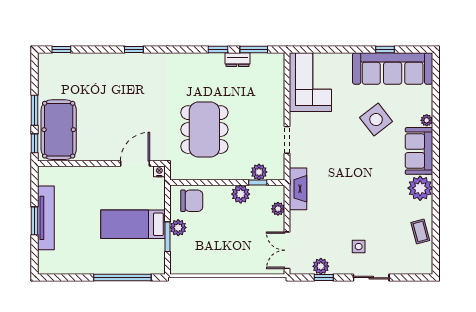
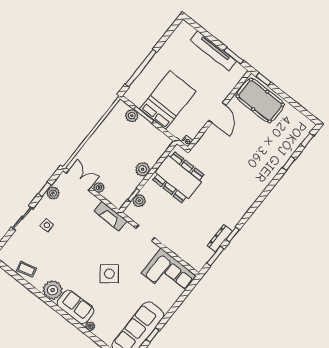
window: (134, 49) -> (289, 163), moved
dresser: (238, 60) -> (220, 238), width x1.44
window: (35, 110) -> (283, 95), removed
side table: (376, 120) -> (109, 274), moved
dining table: (204, 130) -> (178, 177), moved
door: (135, 164) -> (217, 113), moved
plant: (241, 194) -> (143, 169), moved
chair: (192, 201) -> (154, 147), removed
plant: (278, 209) -> (99, 187), moved
window: (35, 221) -> (234, 56), moved
bed: (133, 224) -> (168, 100), width x1.50
plant: (178, 228) -> (132, 116), moved

